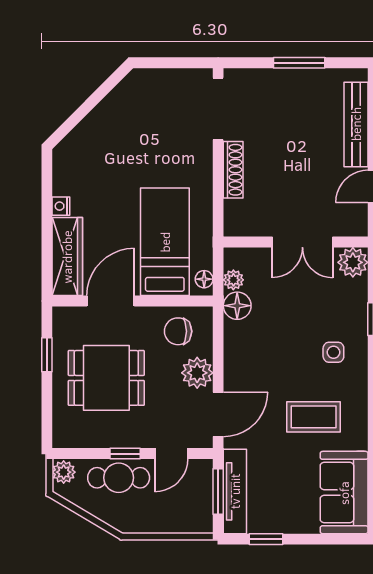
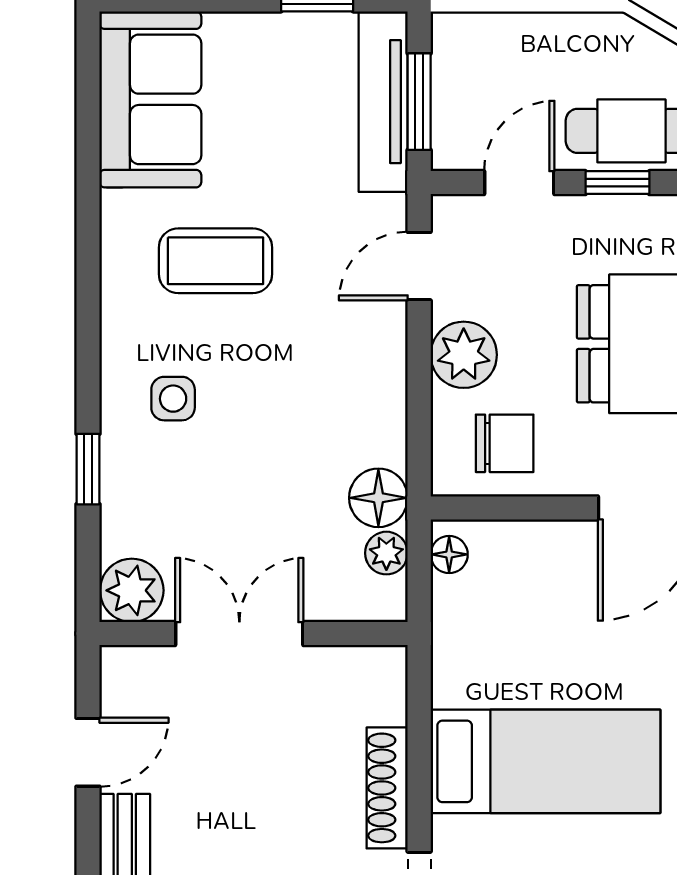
bed: (165, 242) -> (545, 761), moved, turned -90
door: (218, 414) -> (419, 266), width x0.73

